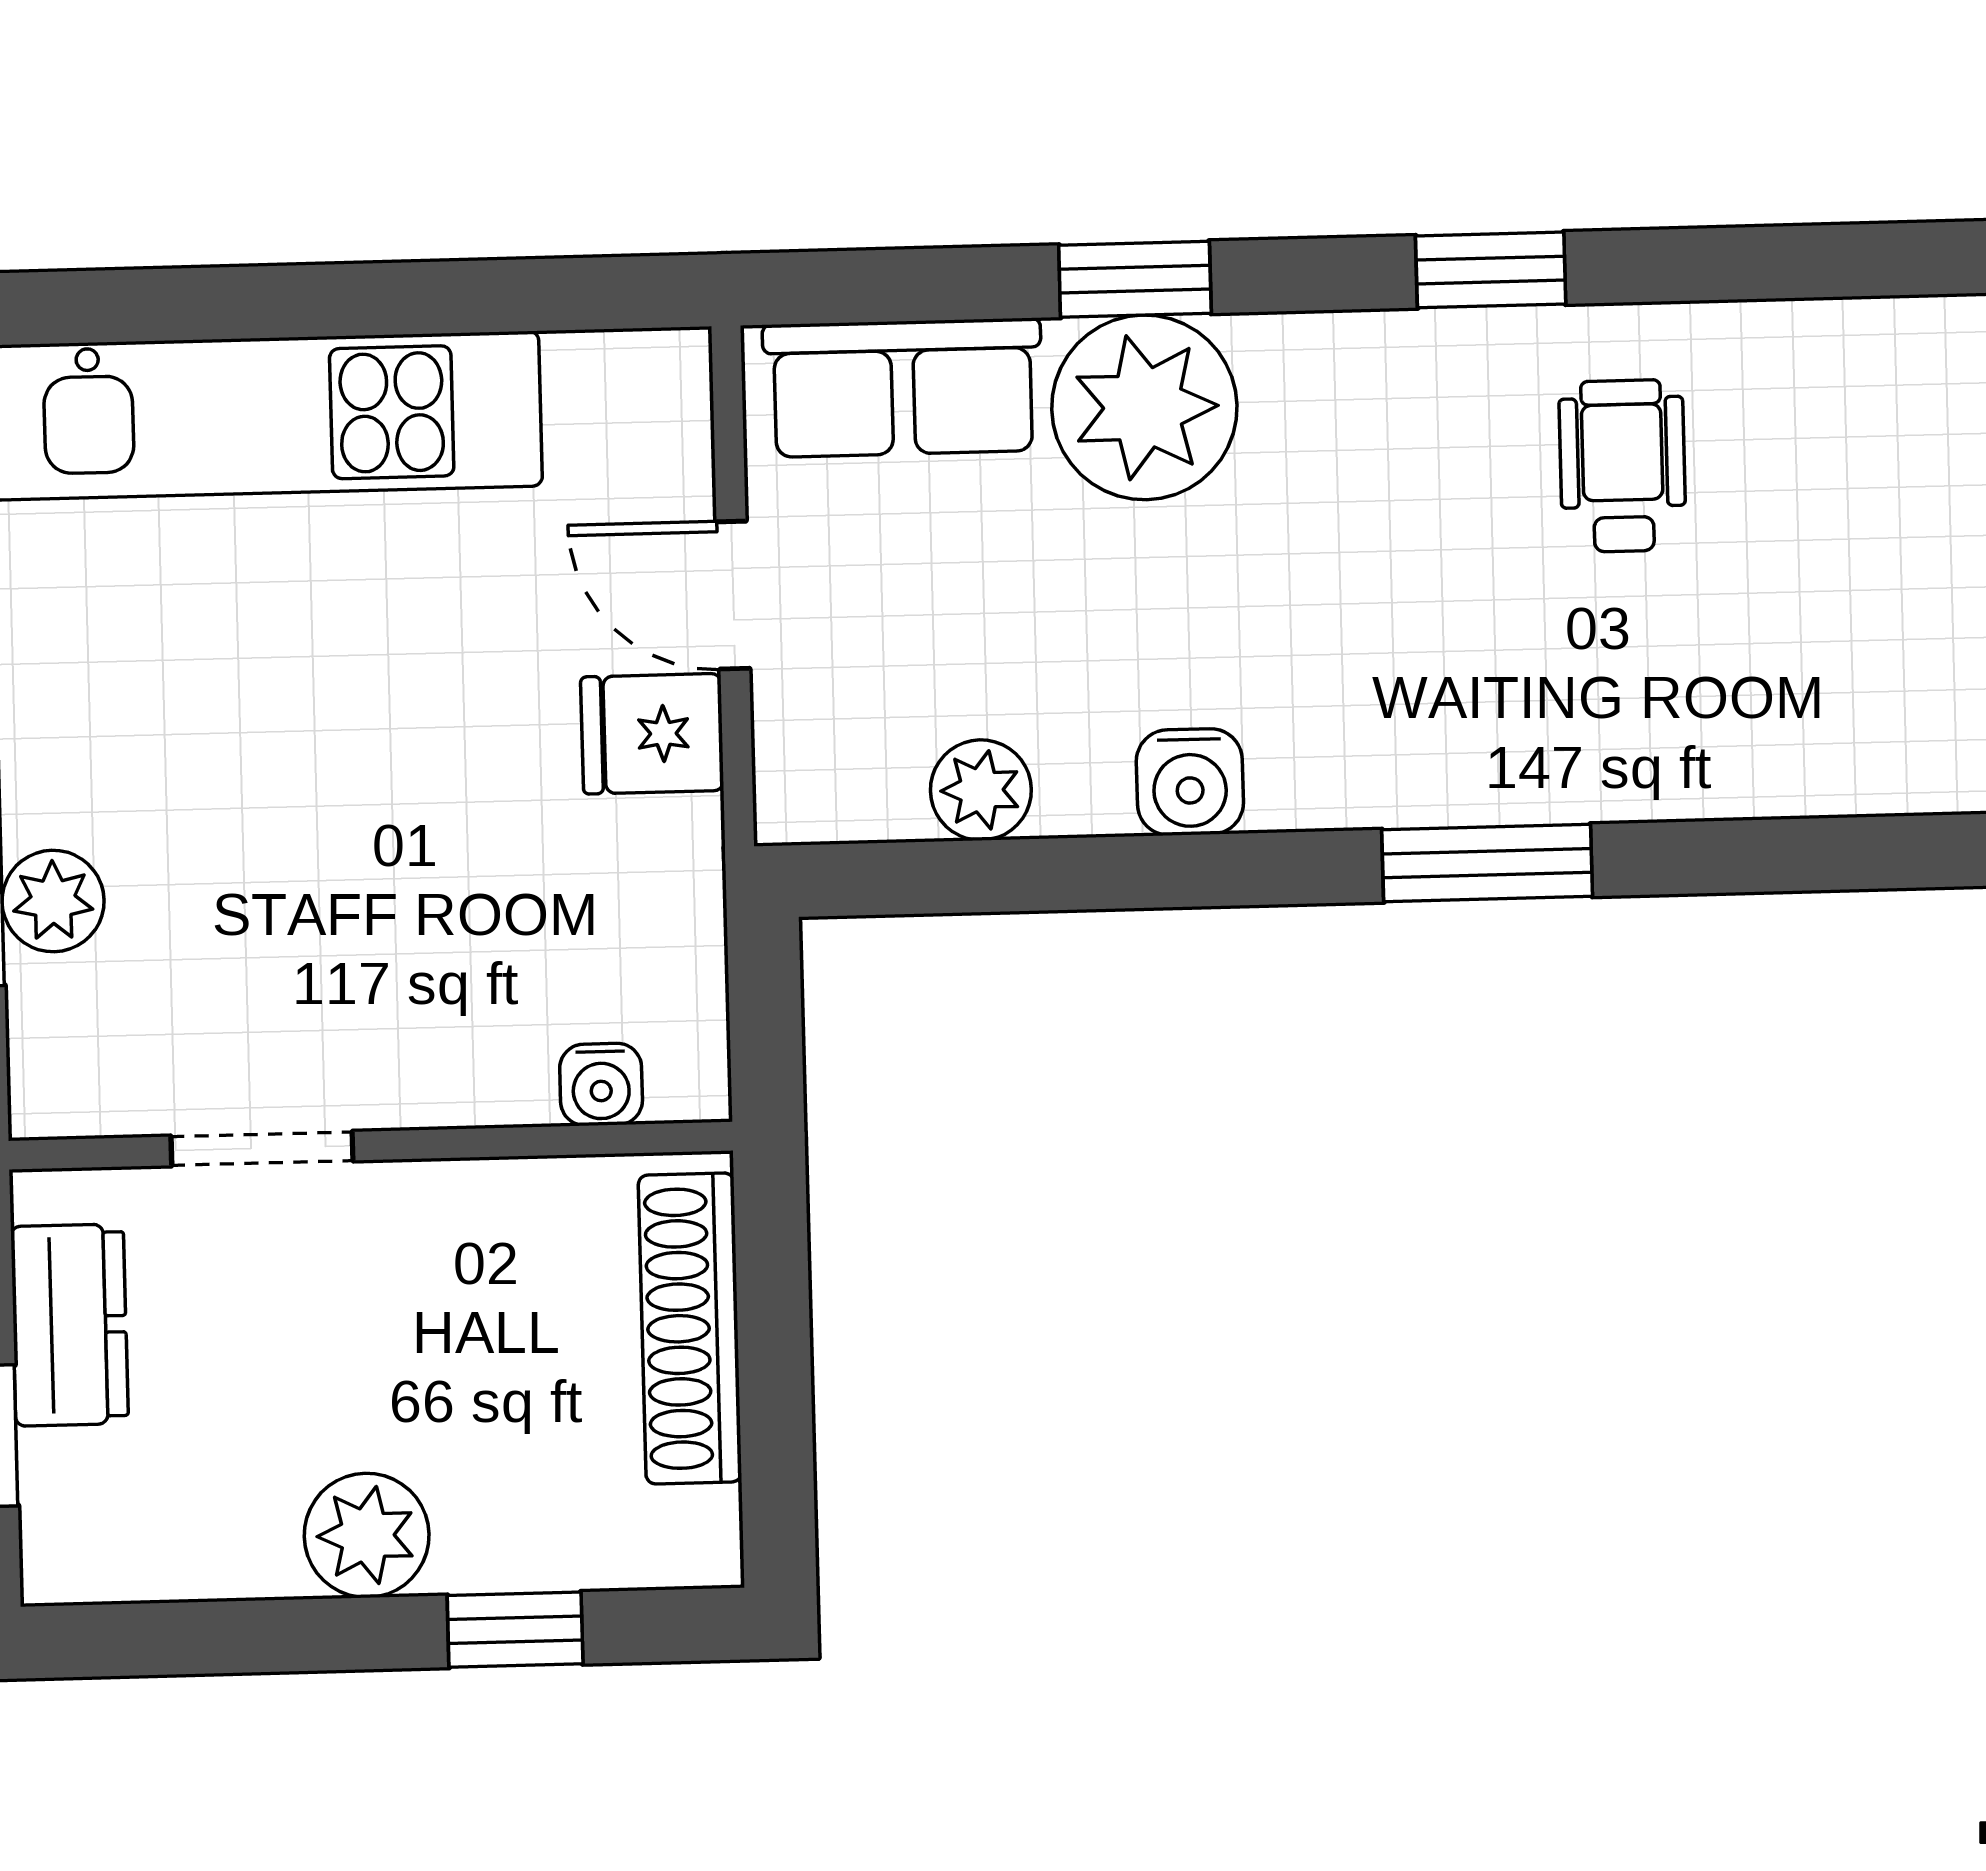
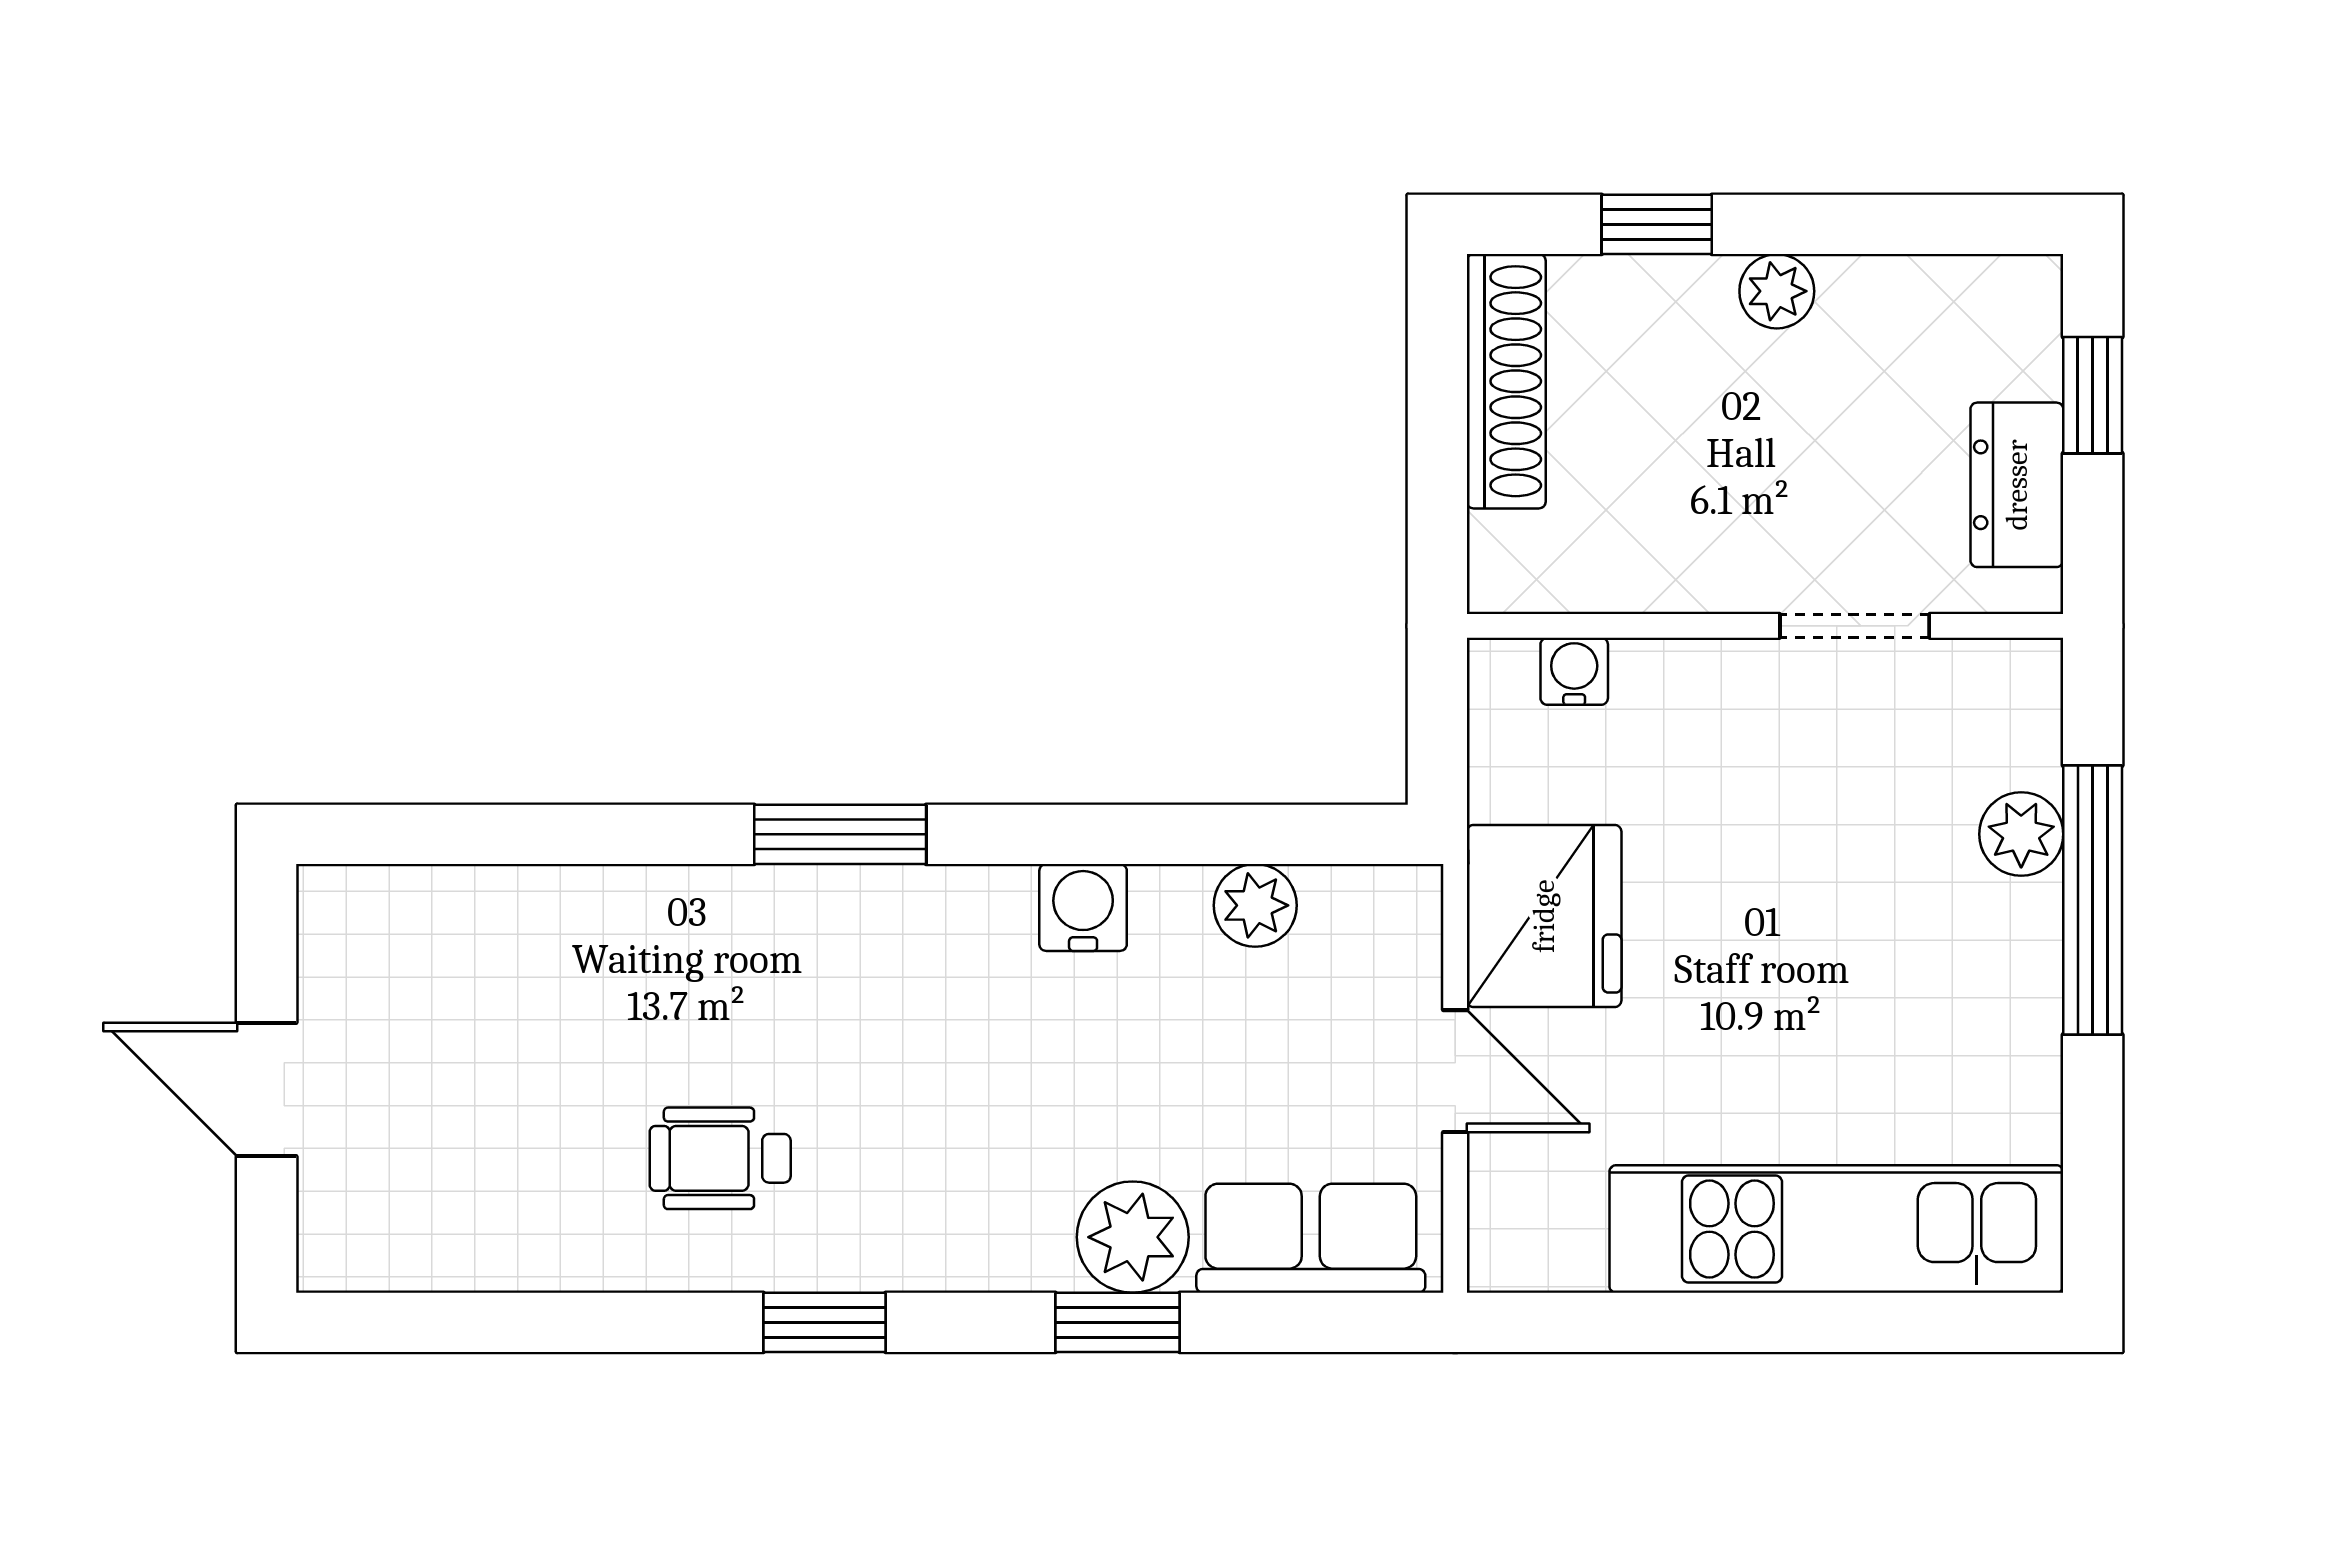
plant: (1144, 407) -> (1133, 1237), width x0.73, depth x0.73
wheelchair: (1622, 466) -> (720, 1158), turned 90
fridge: (652, 734) -> (1544, 916), width x1.88, depth x1.34
shoe rack: (690, 1328) -> (1506, 381), moved
plant: (367, 1535) -> (1777, 291), width x0.73, depth x0.73

